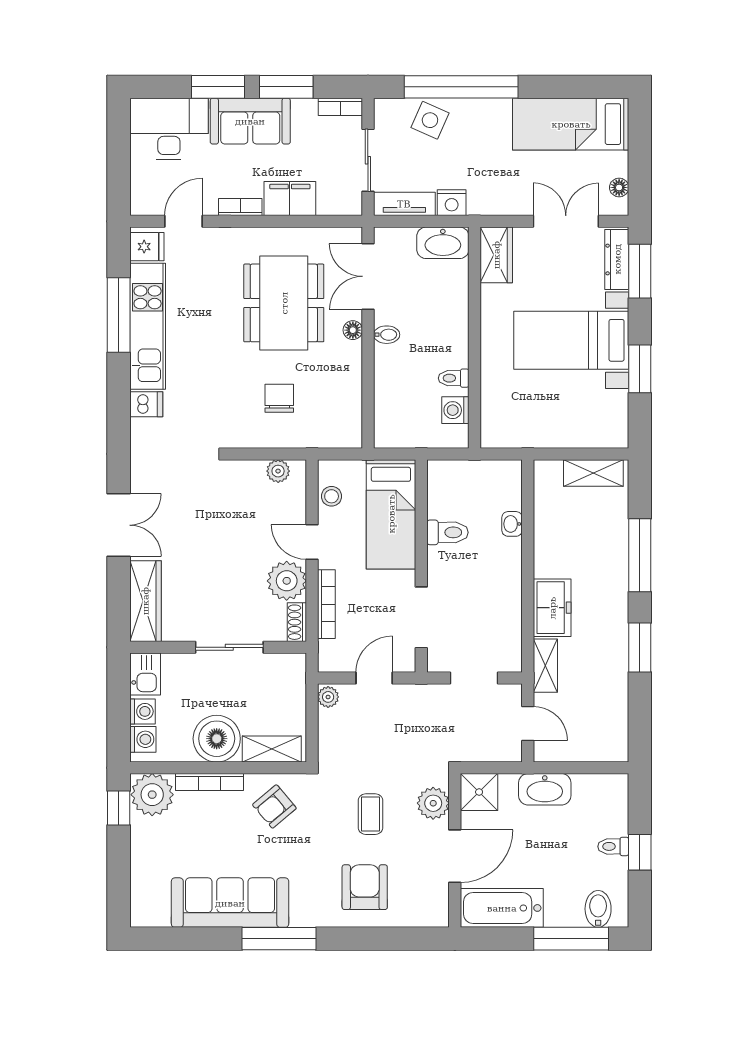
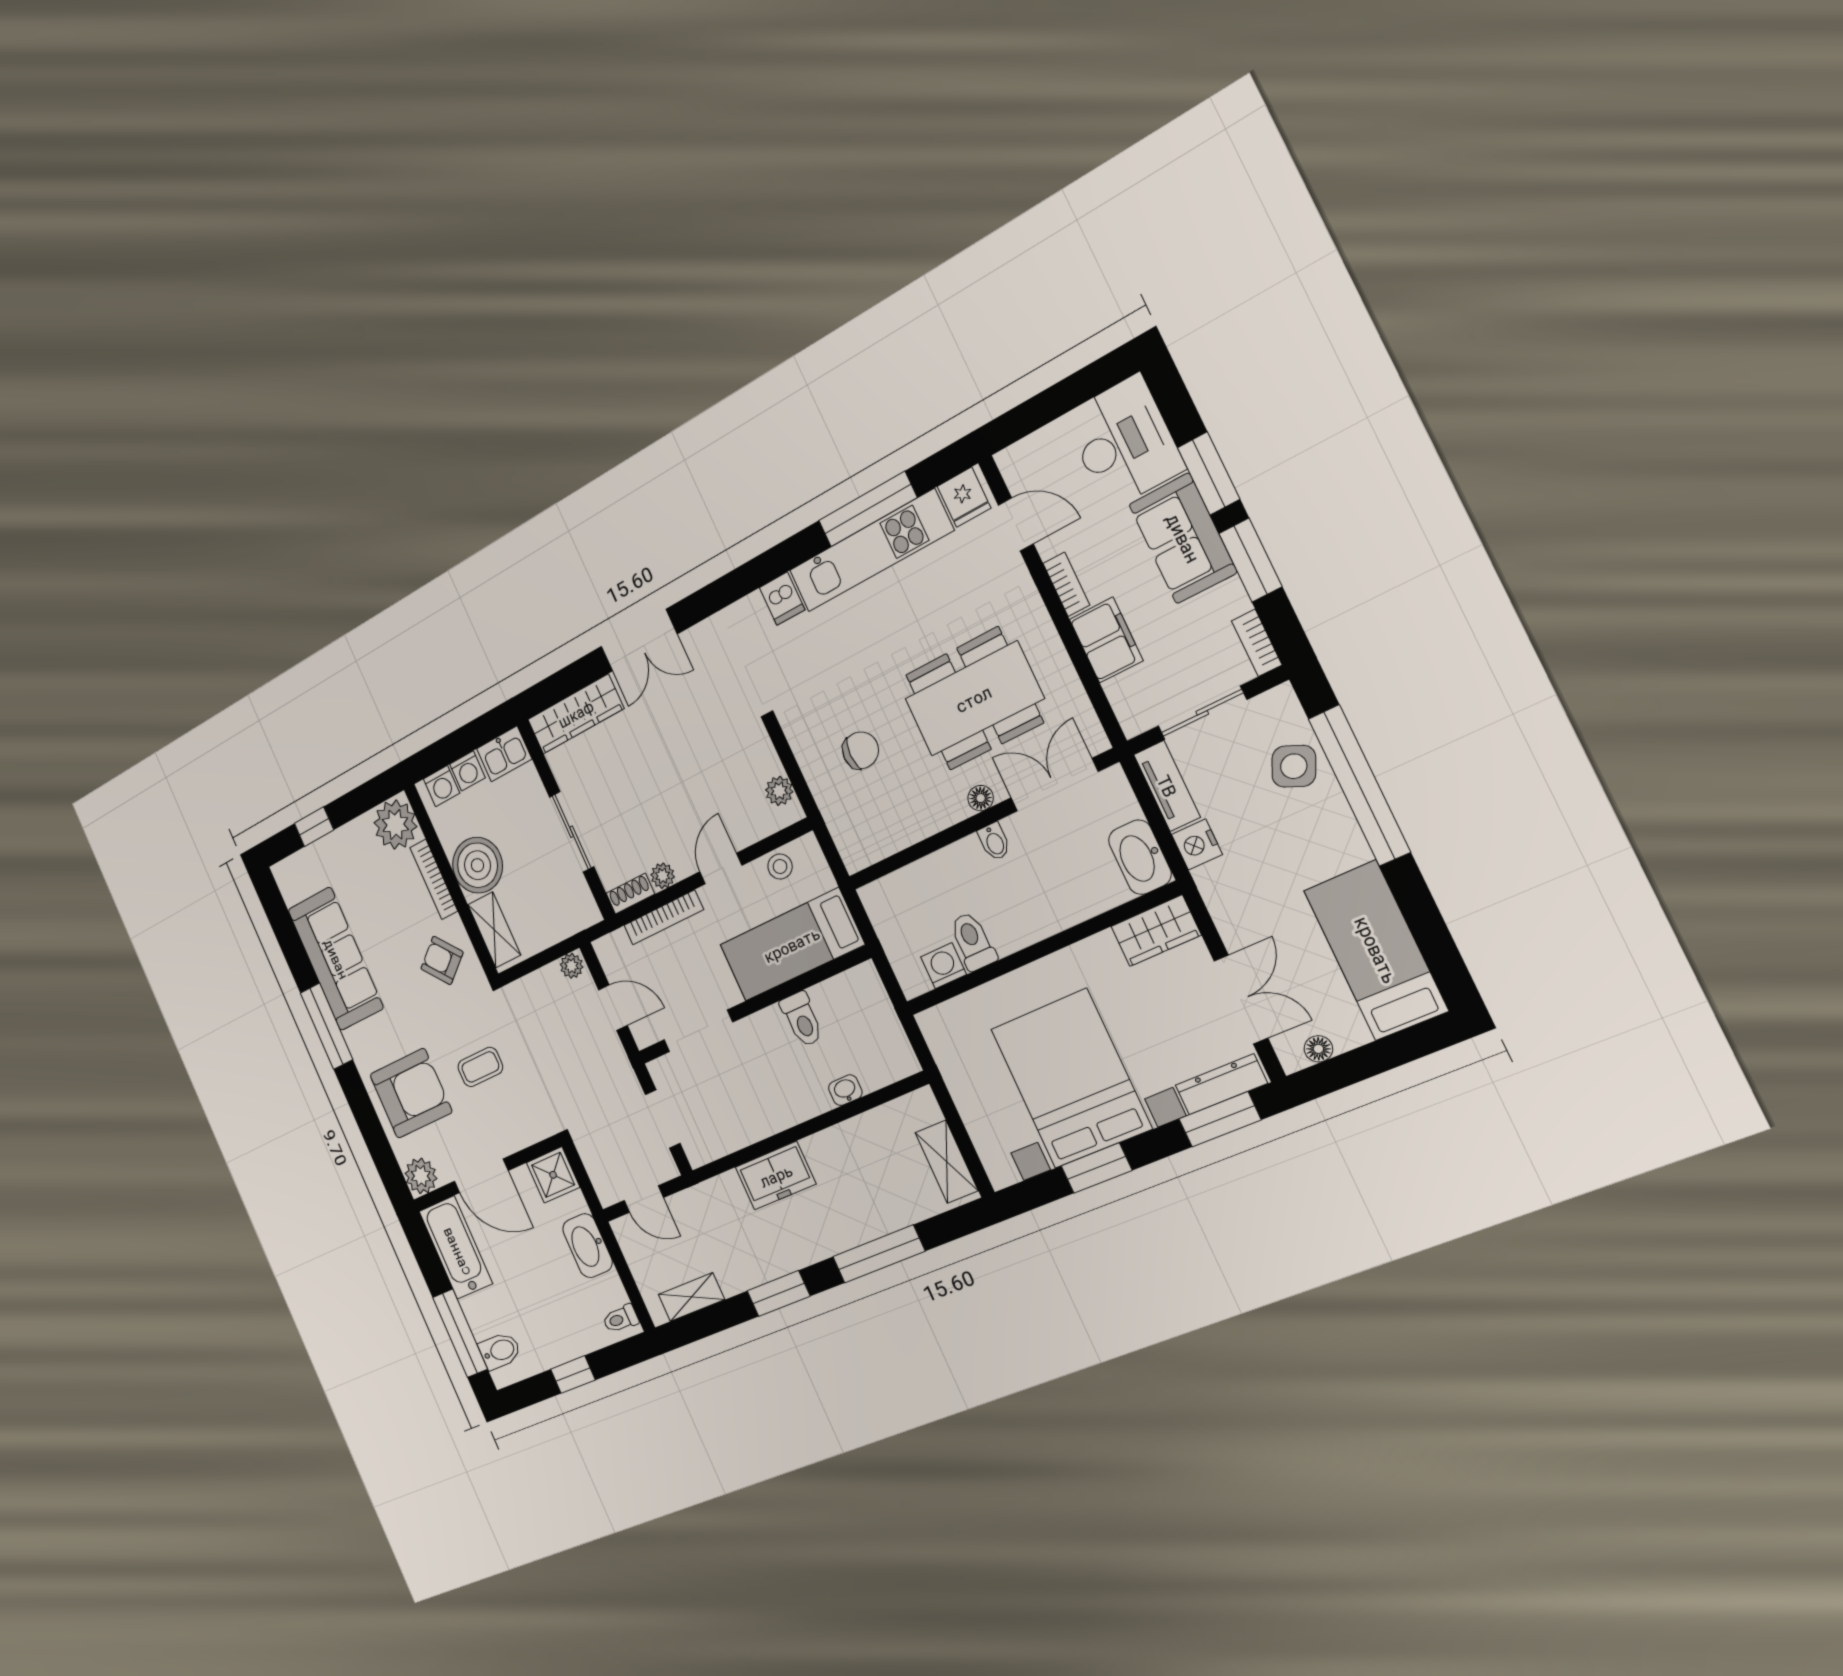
bed with nightstands: (571, 340) -> (1071, 1079), width x1.36
toilet: (454, 378) -> (973, 941), width x1.37, depth x1.39
plant: (287, 581) -> (663, 876), width x0.53, depth x0.53
shelving: (545, 666) -> (691, 1297), moved
door: (528, 723) -> (644, 1199), hinge flipped
plant: (433, 803) -> (421, 1176), moved
window: (119, 808) -> (314, 827), moved
toilet: (613, 846) -> (621, 1319), moved, turned -90
armchair: (365, 887) -> (411, 1093), width x1.36, depth x1.36

